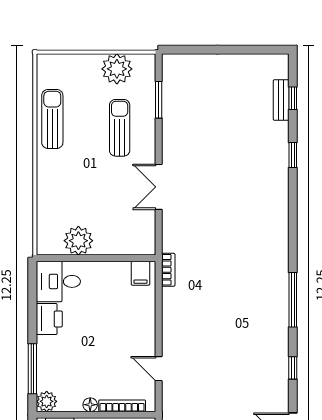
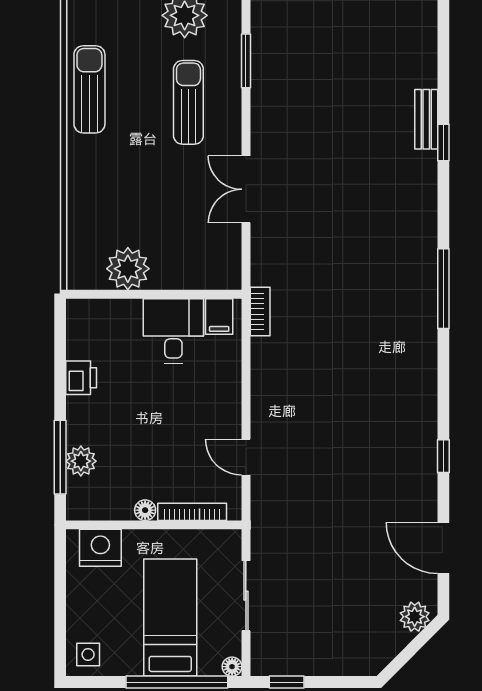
window: (293, 98) -> (443, 59), removed
bench: (281, 100) -> (426, 119), moved
desk: (58, 281) -> (173, 331), moved, turned 90
window: (293, 300) -> (443, 289), moved
printer: (49, 319) -> (81, 378), width x0.73, depth x0.81
plant: (47, 401) -> (81, 461), moved

